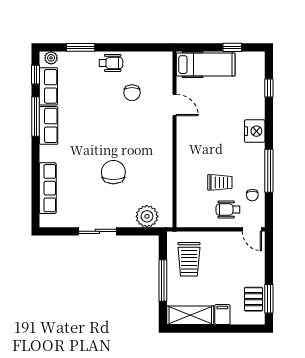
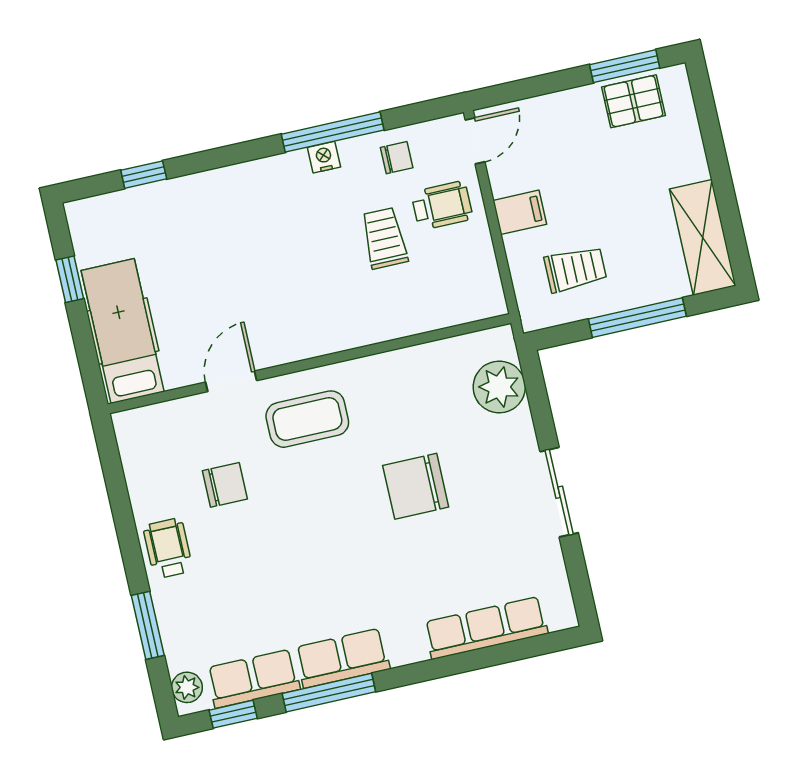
nightstand: (255, 131) -> (324, 157), moved, width x0.53, depth x0.56
coffee table: (152, 133) -> (307, 419), added
wheelchair: (228, 210) -> (442, 206), turned -90
trolley: (189, 259) -> (575, 269), width x0.73, depth x0.72
filing cabinet: (222, 315) -> (520, 212), moved, turned 180

